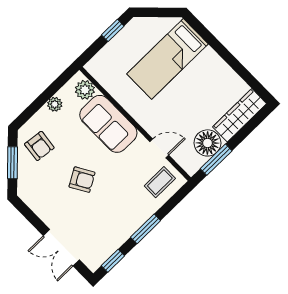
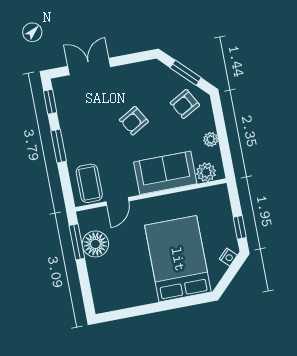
nightstand: (144, 24) -> (228, 257), added
bed: (167, 59) -> (178, 259), width x1.50
wardrobe: (240, 115) -> (101, 286), removed
armchair: (39, 146) -> (185, 104), turned -36
coffee table: (160, 182) -> (89, 183), width x1.36, depth x1.30

